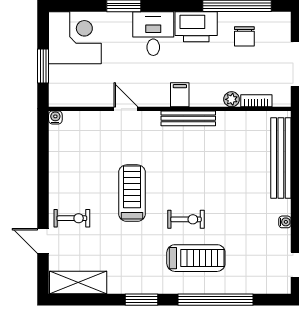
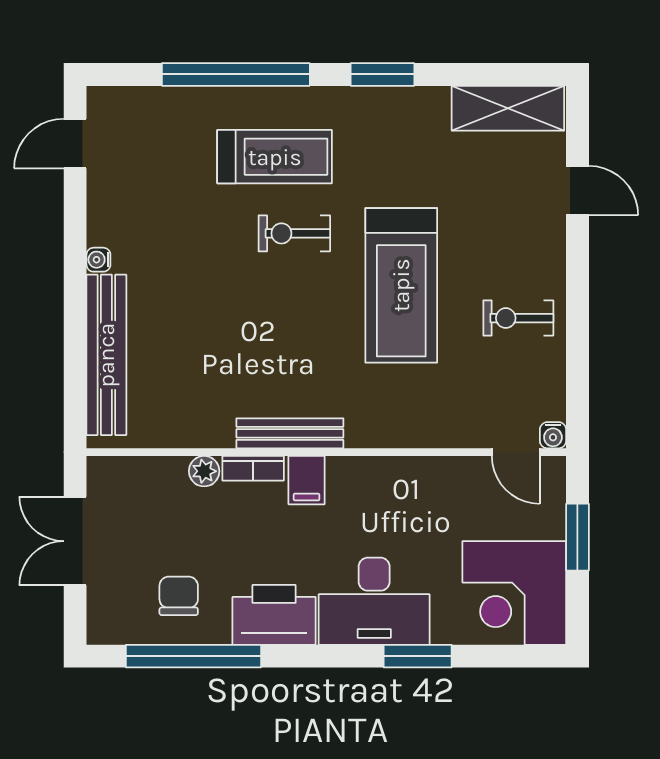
desk: (153, 34) -> (374, 601), width x1.37
bookcase: (256, 101) -> (253, 468), moved
door: (126, 109) -> (516, 452), moved
treadmill: (132, 193) -> (401, 285), width x1.37, depth x1.38
exercise bike: (72, 218) -> (518, 318), moved
water cooler: (285, 222) -> (98, 260), moved
treadmill: (196, 258) -> (275, 157), turned 180

